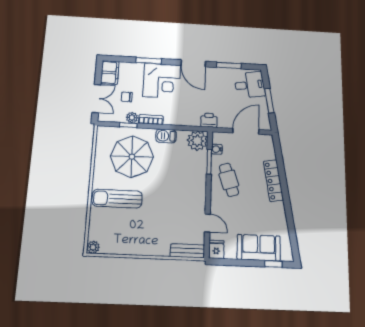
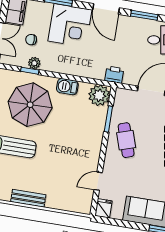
bookcase: (151, 120) -> (54, 67), removed
water cooler: (217, 149) -> (118, 107), removed
door: (207, 223) -> (98, 181), swing flipped
bench: (187, 251) -> (28, 198), moved

